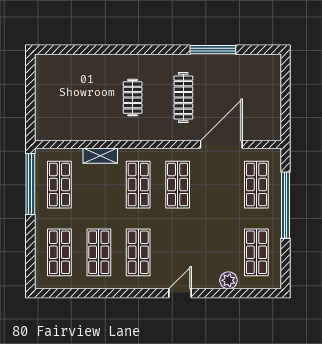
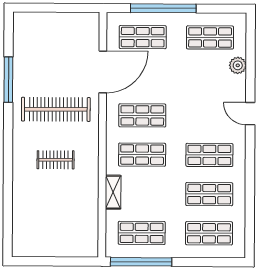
clothes rail: (183, 98) -> (56, 109), width x1.37, depth x1.31
door: (221, 145) -> (103, 72), swing flipped

